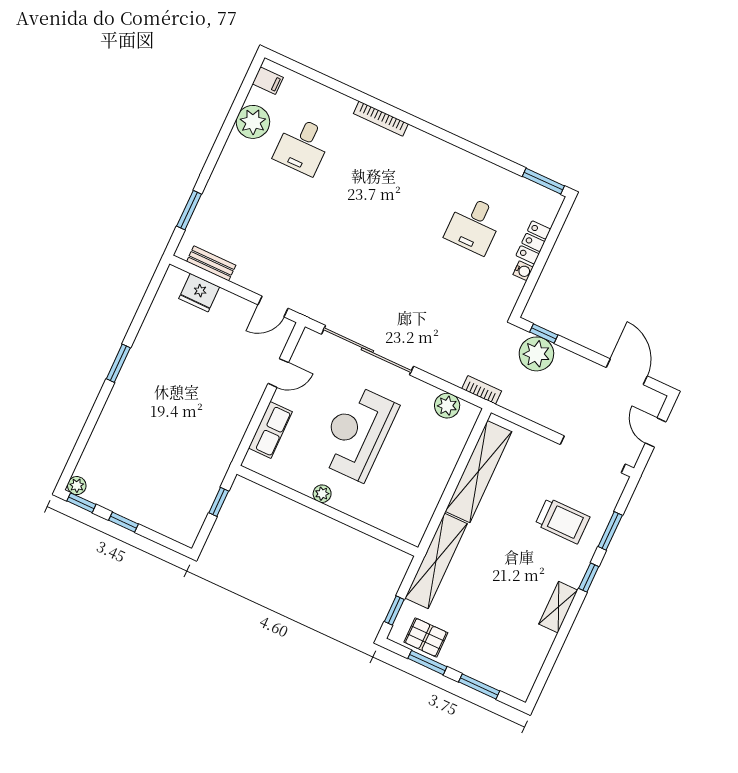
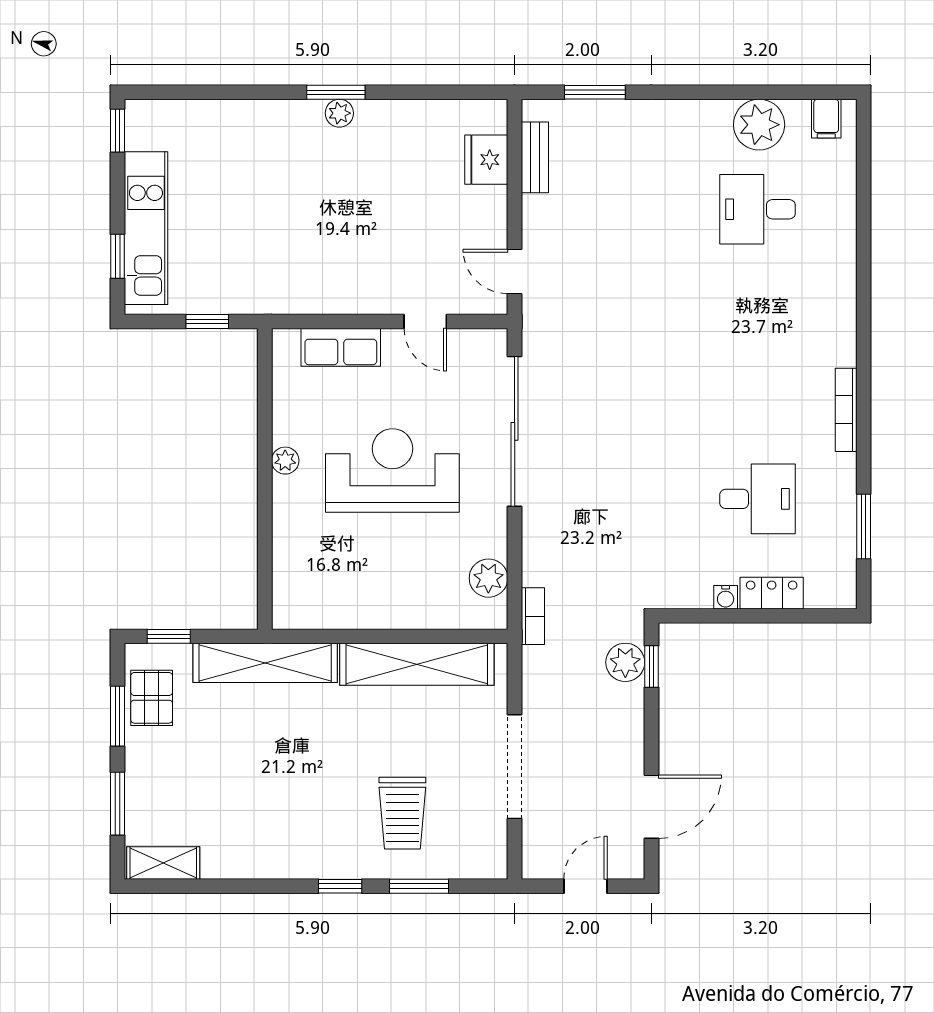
bookcase: (381, 119) -> (846, 410), moved
window: (543, 181) -> (864, 526), moved
desk: (474, 225) -> (758, 499), turned 180
plant: (536, 354) -> (625, 662), width x0.73, depth x0.73
doorway: (593, 454) -> (515, 767), moved
plant: (77, 486) -> (339, 113), moved
kitchen unit: (147, 512) -> (146, 228), added
window: (124, 522) -> (118, 256), moved
shelving: (558, 607) -> (163, 863), moved

